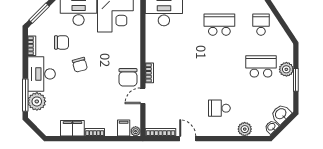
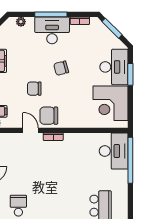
chair: (61, 42) -> (34, 89), moved, turned 90
window: (25, 95) -> (51, 14), moved
plant: (37, 101) -> (21, 22), width x0.53, depth x0.53

